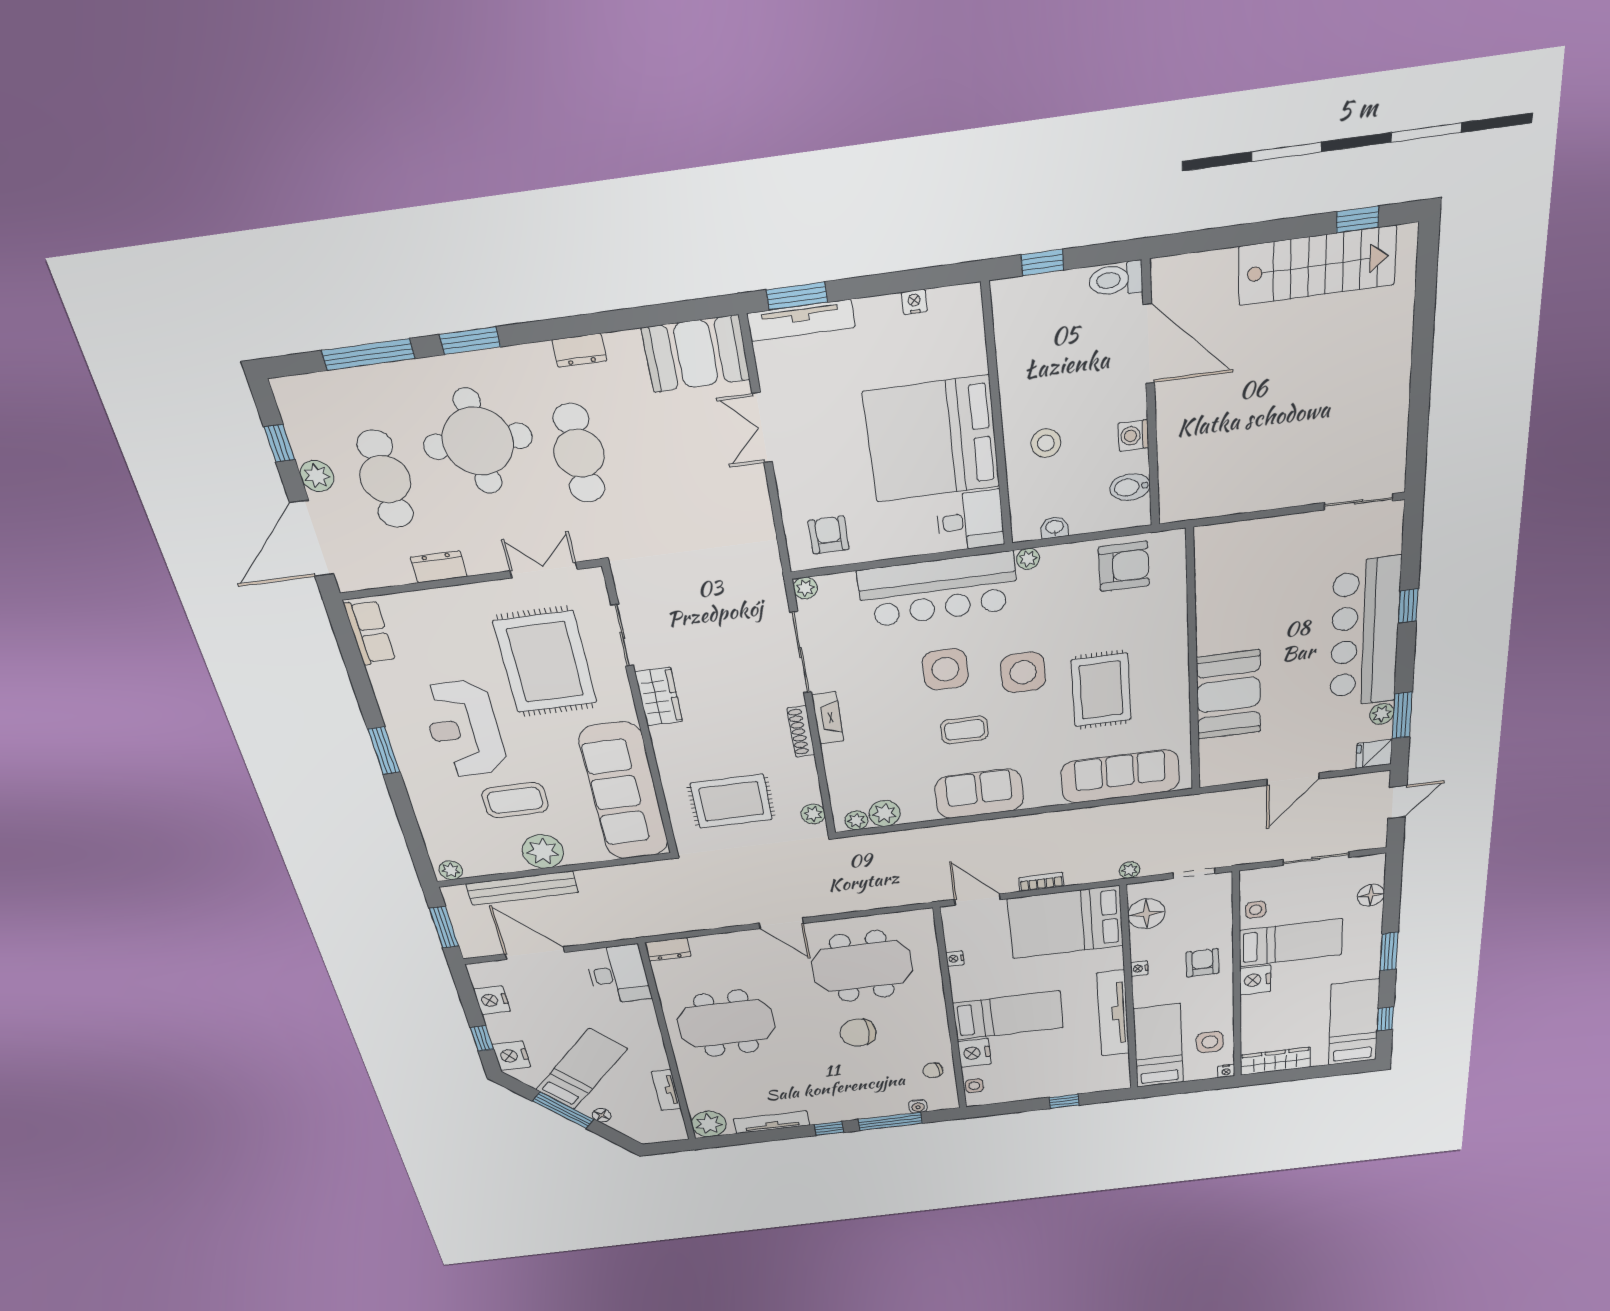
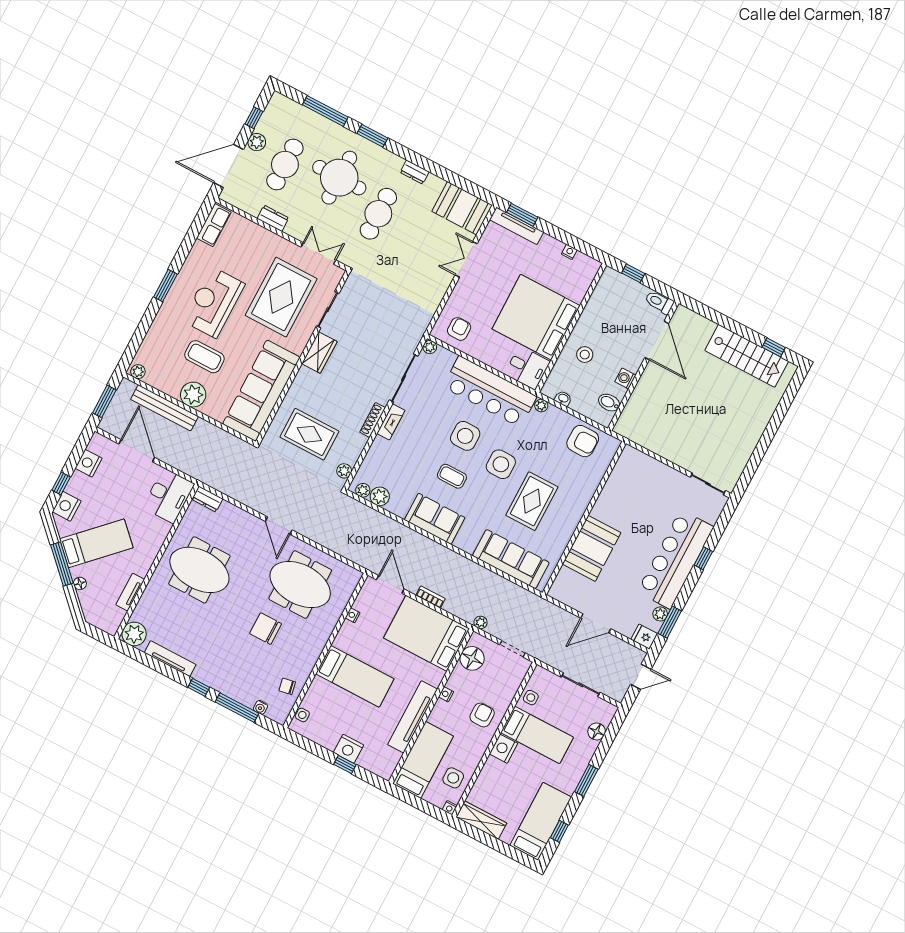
nightstand: (974, 1053) -> (349, 749), moved, turned -90

